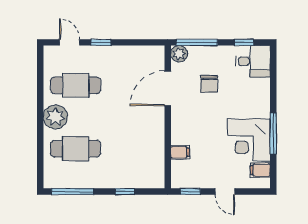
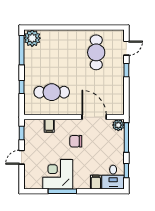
chair: (209, 84) -> (76, 141), moved
plant: (55, 117) -> (32, 38), moved
cafe table: (76, 149) -> (52, 92), moved, turned 90
filing cabinet: (260, 170) -> (96, 182), moved

